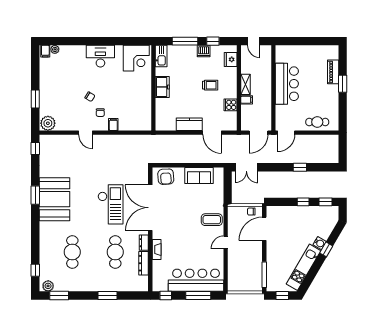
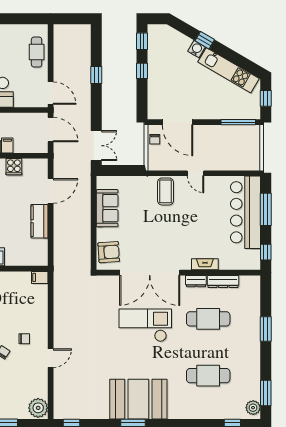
filing cabinet: (113, 124) -> (40, 277), moved

